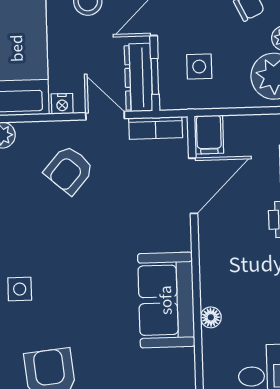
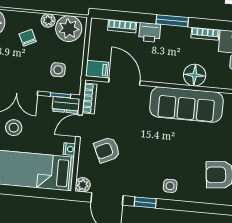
dresser: (138, 78) -> (66, 105), width x0.70
armchair: (69, 170) -> (107, 150), turned 114
sofa: (166, 300) -> (186, 105), width x1.36
floor lamp: (211, 317) -> (195, 75), width x1.89, depth x1.89

